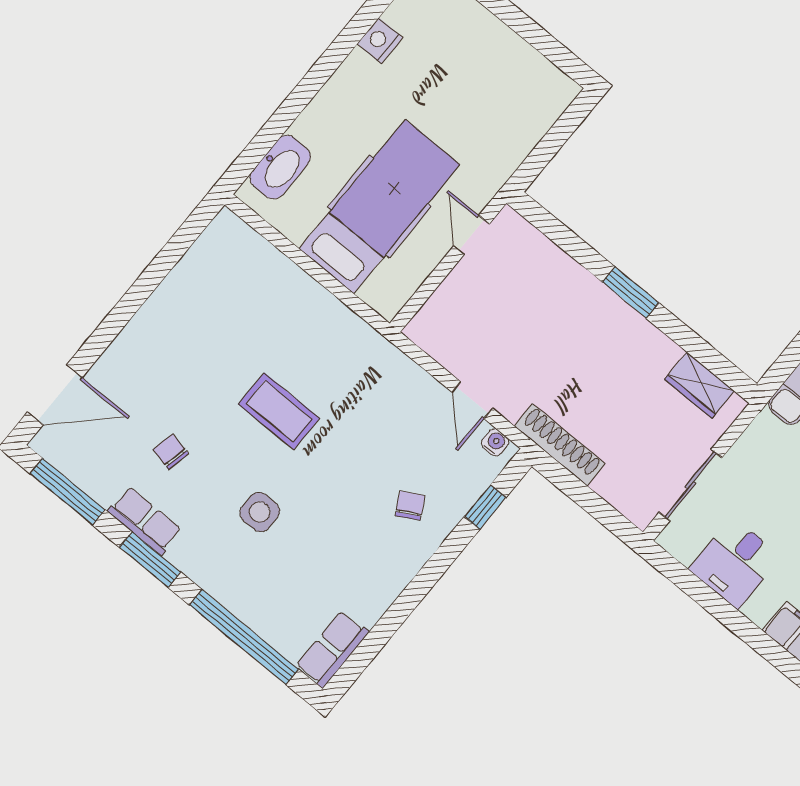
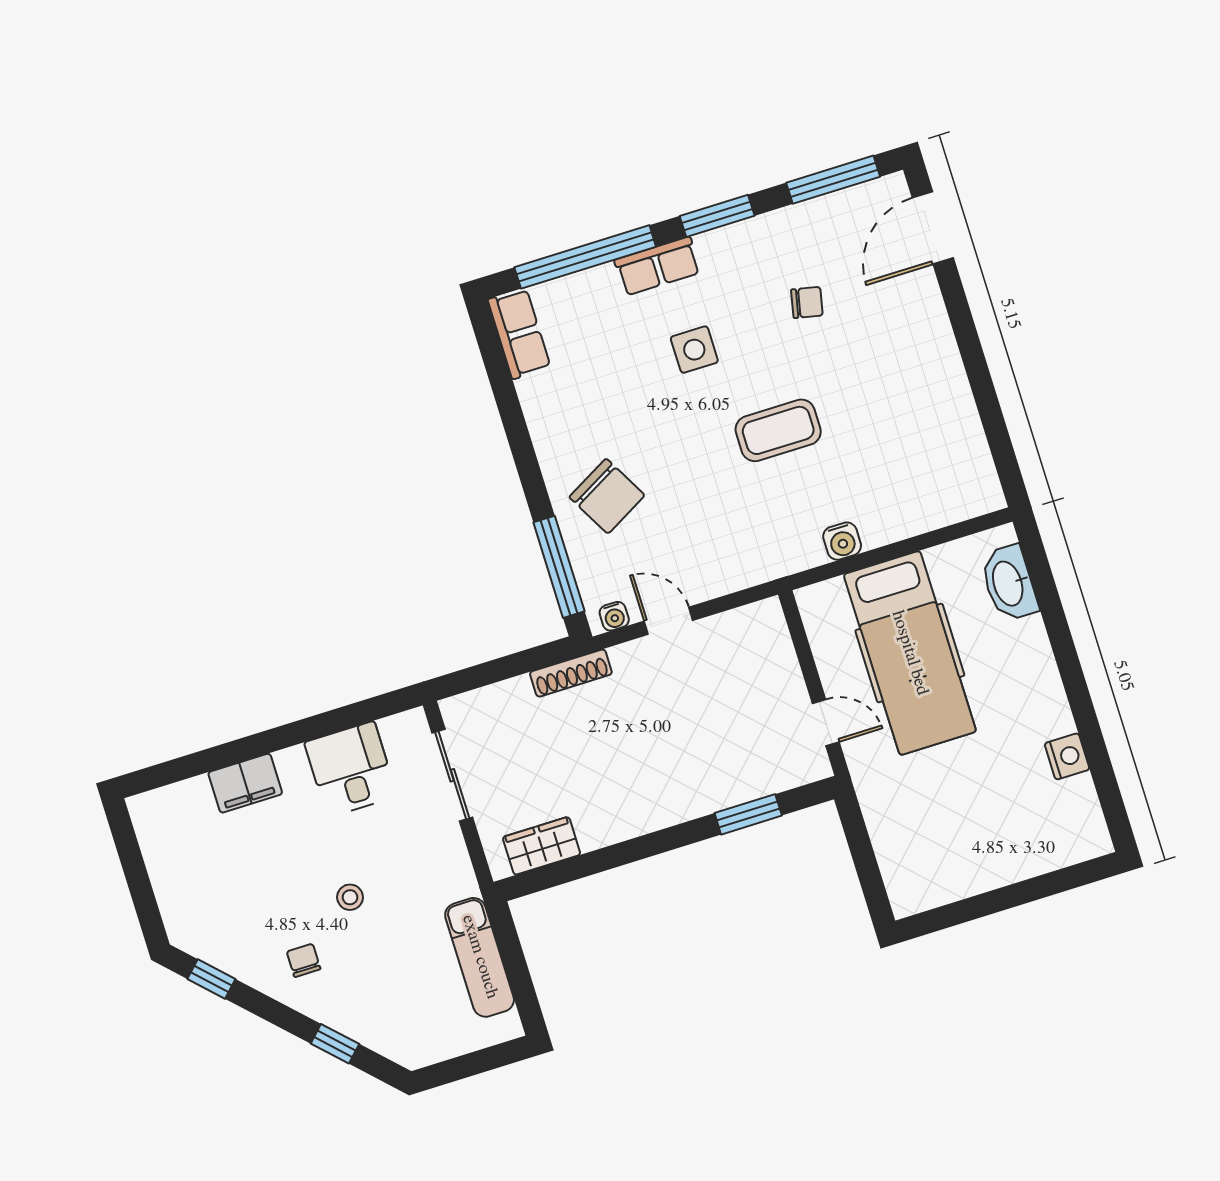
window: (631, 293) -> (748, 814), moved
water cooler: (330, 311) -> (842, 541), added
shoe rack: (560, 445) -> (571, 673), width x0.74, depth x0.81
chair: (410, 506) -> (607, 496), width x1.87, depth x1.87
window: (485, 507) -> (559, 567), width x2.17
row of seats: (145, 521) -> (658, 266), moved

